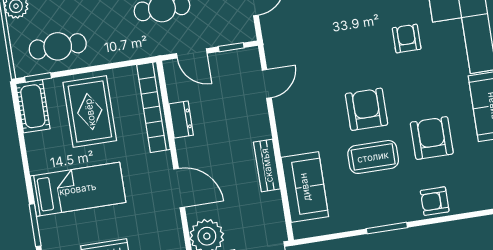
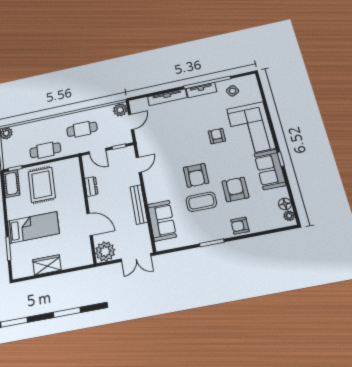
cafe table: (58, 46) -> (45, 150), moved
bookcase: (154, 107) -> (76, 181), removed
armchair: (367, 109) -> (196, 175), turned 180
bench: (267, 165) -> (139, 204), width x1.36

